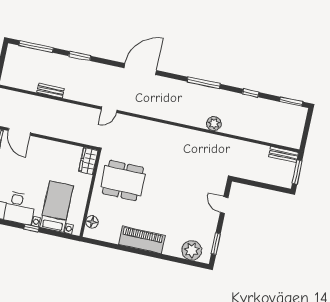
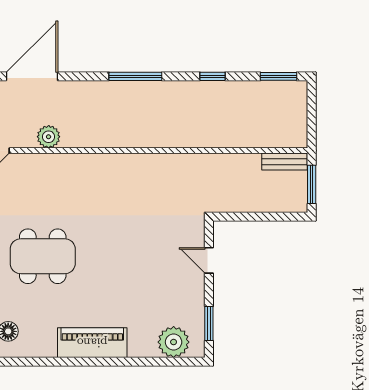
plant: (214, 124) -> (49, 137), moved

